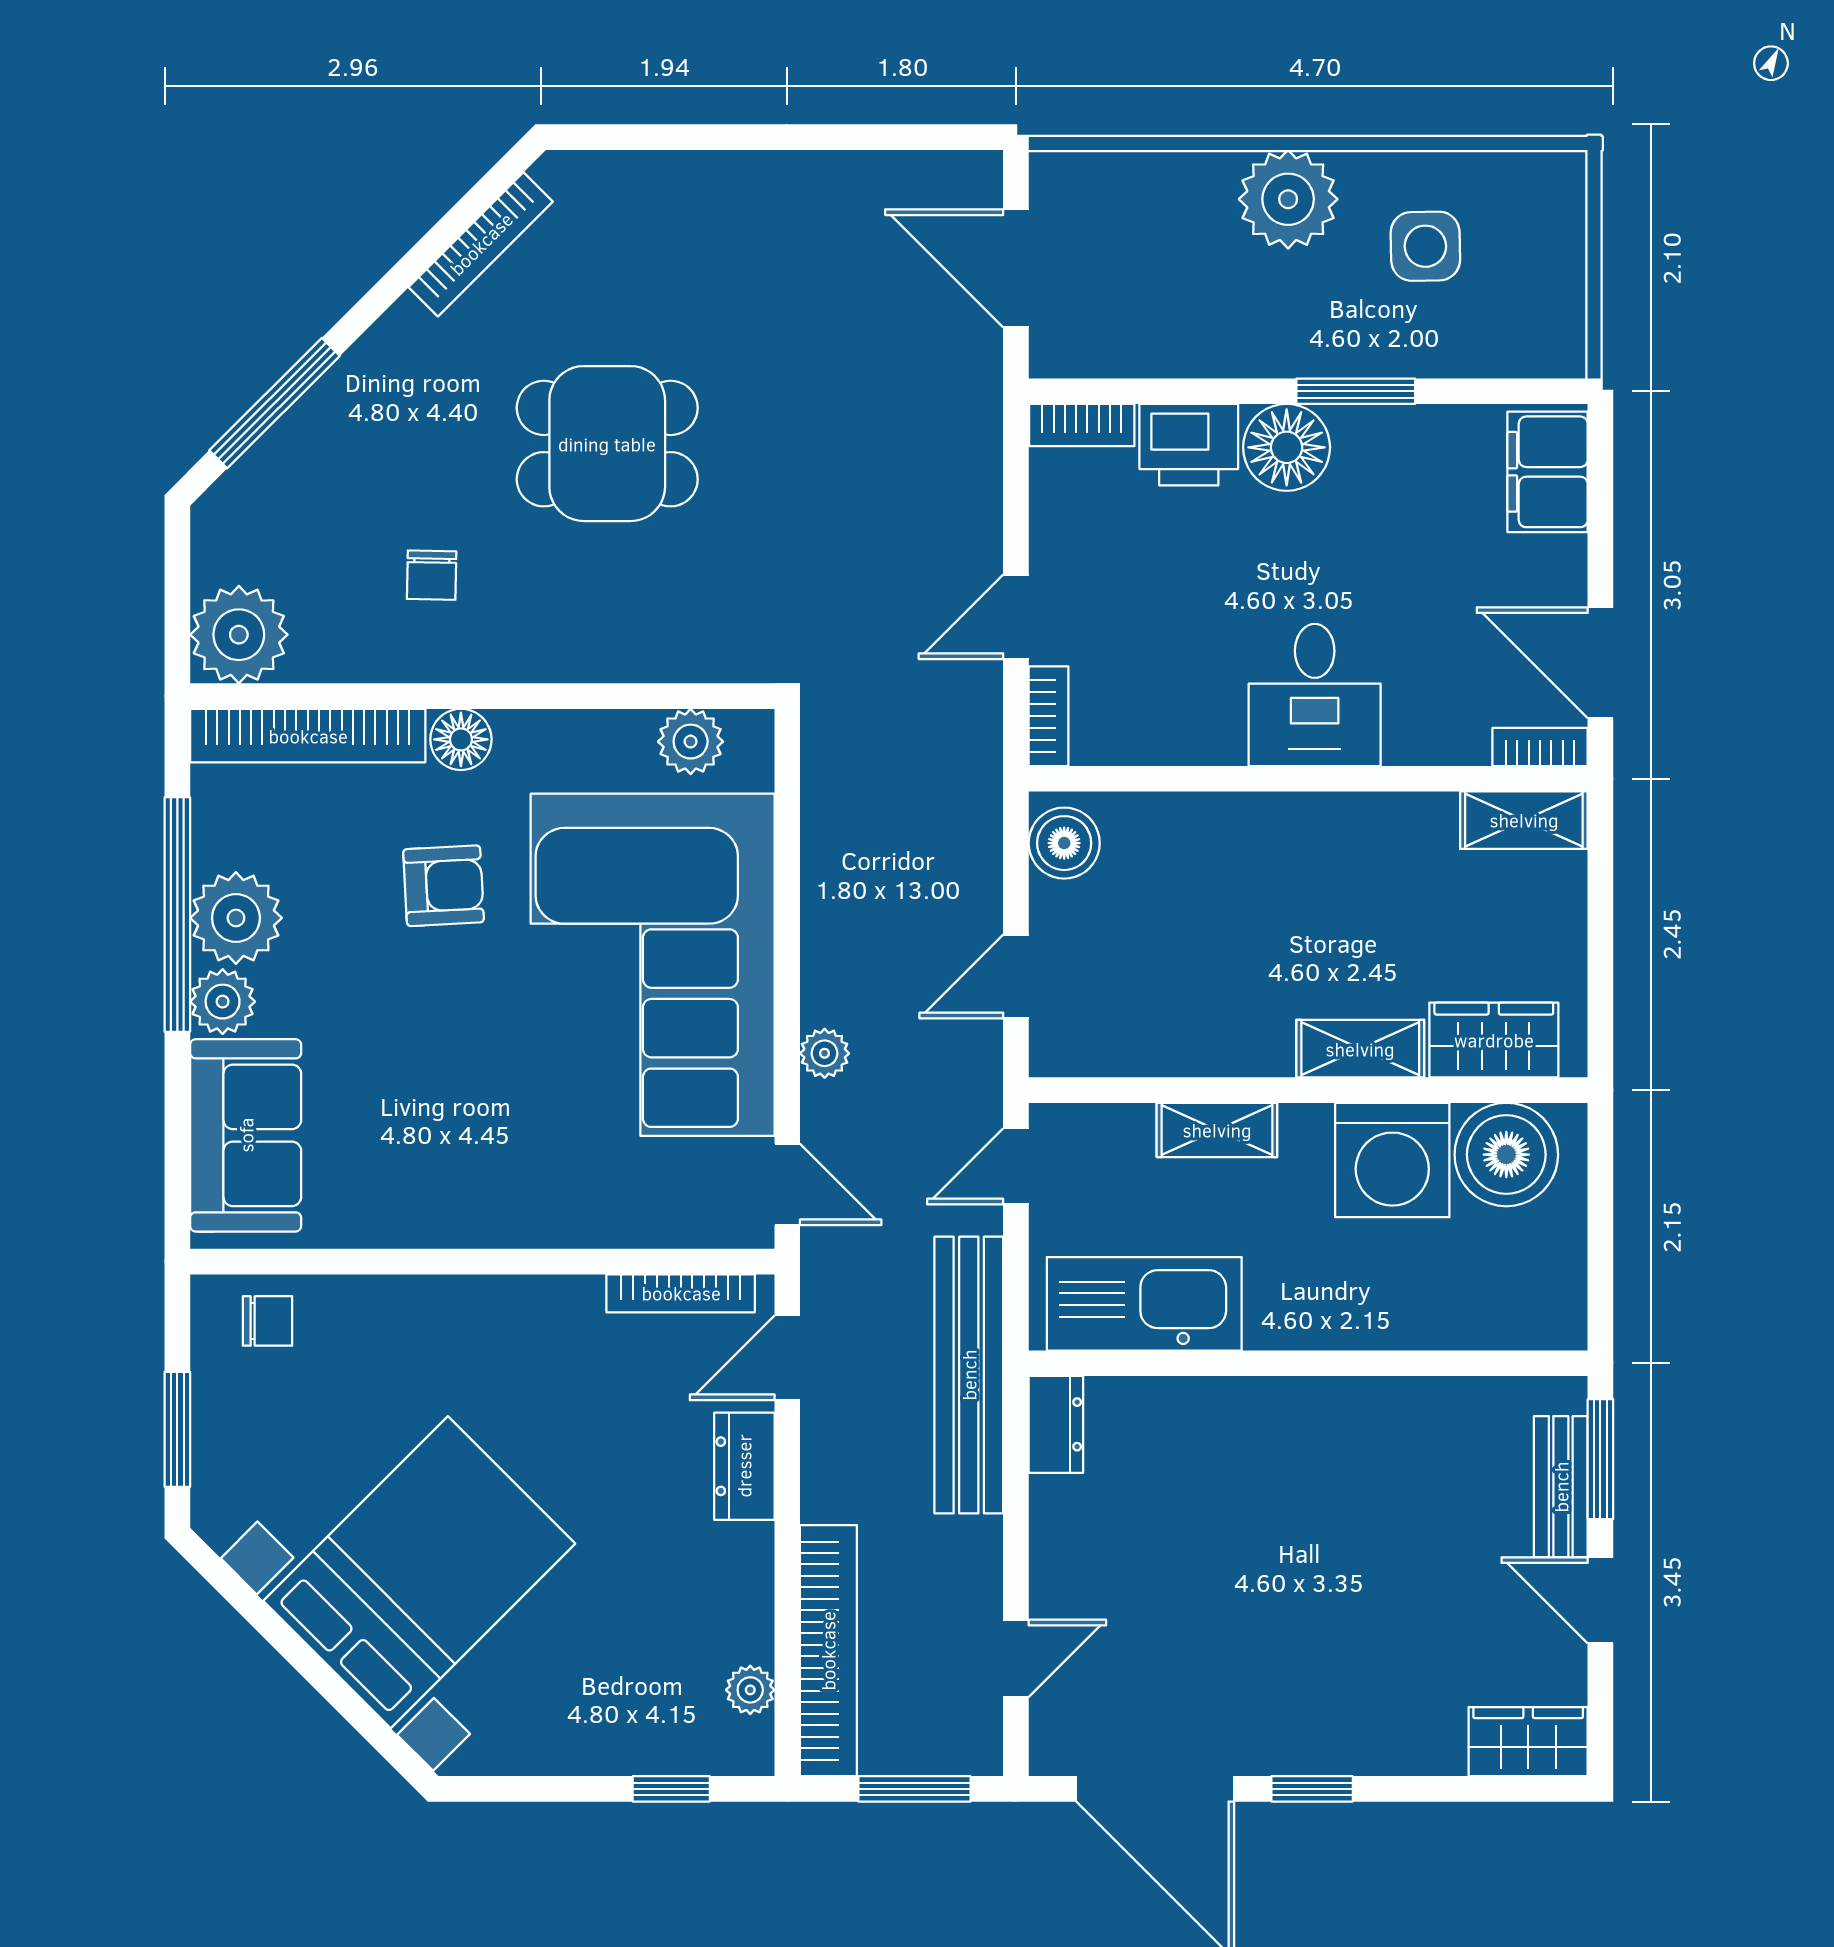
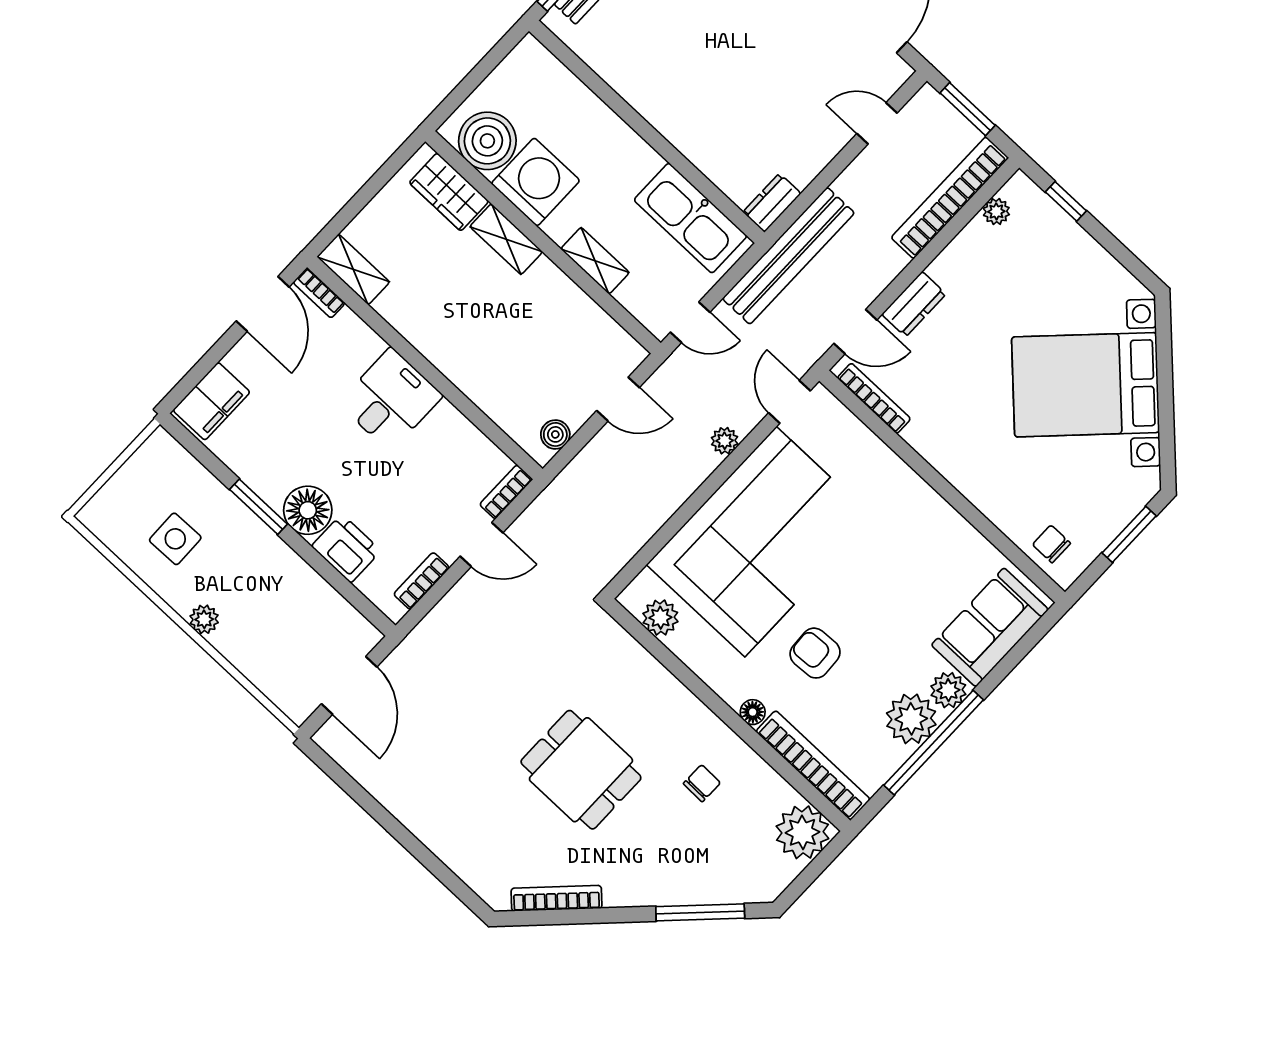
plant: (1288, 199) -> (204, 619), width x0.53, depth x0.53
bookcase: (1082, 425) -> (422, 581), moved, turned -90
floor lamp: (461, 739) -> (753, 712), width x0.73, depth x0.73
boiler: (1064, 843) -> (555, 434), width x0.73, depth x0.73

